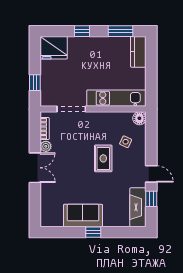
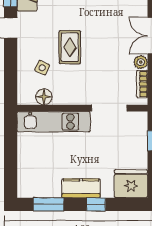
kitchen counter: (138, 52) -> (81, 188), moved, turned -90
floor lamp: (139, 118) -> (44, 97), moved

